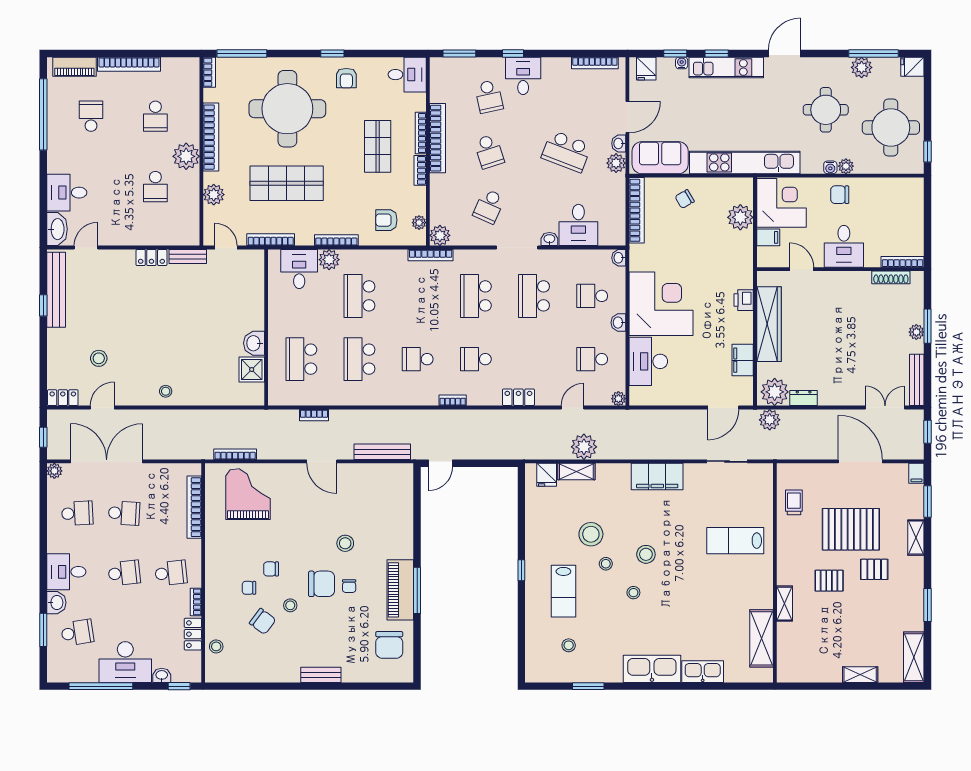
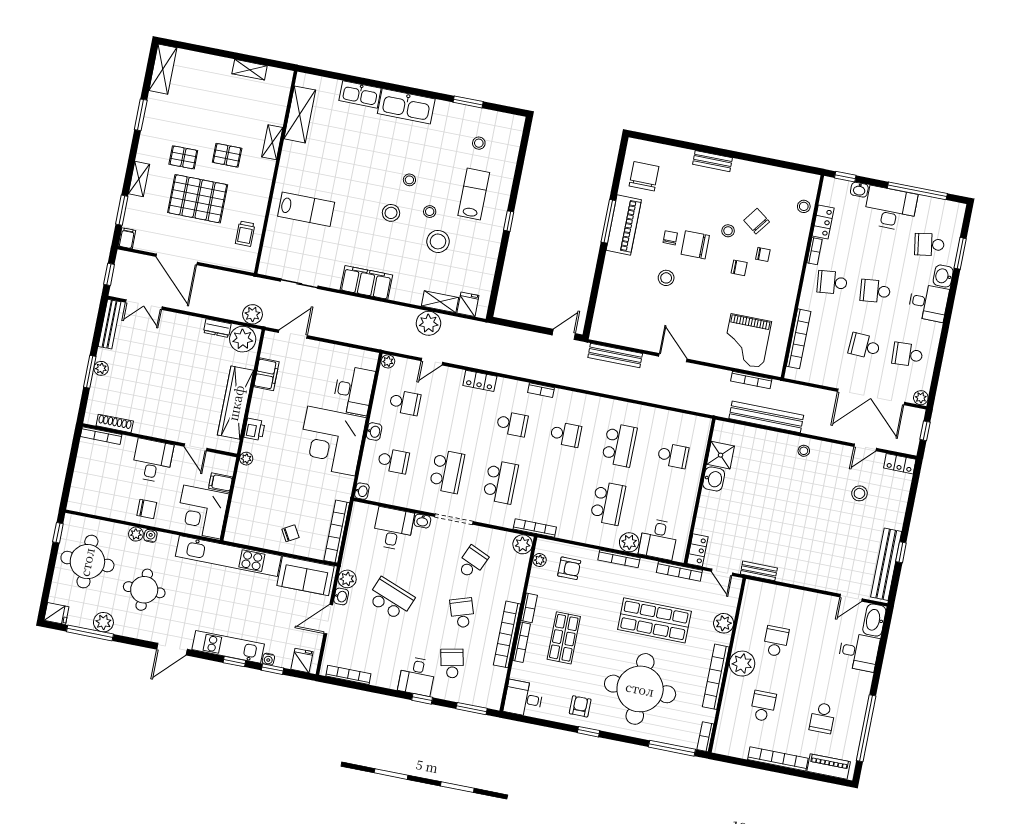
plant: (740, 217) -> (246, 459), moved, width x0.53, depth x0.53
locker: (151, 258) -> (698, 550), moved, turned 90
school desk: (301, 359) -> (673, 456), width x0.54
bookcase: (314, 415) -> (671, 402), removed
bench: (212, 419) -> (766, 417), added
shelving: (860, 675) -> (250, 70), moved

